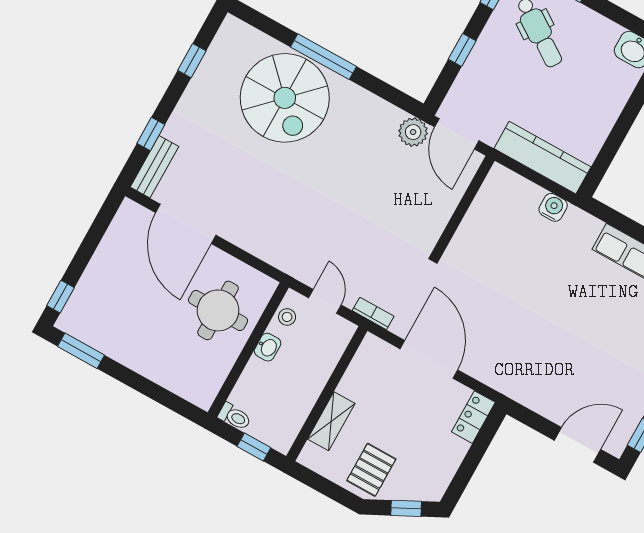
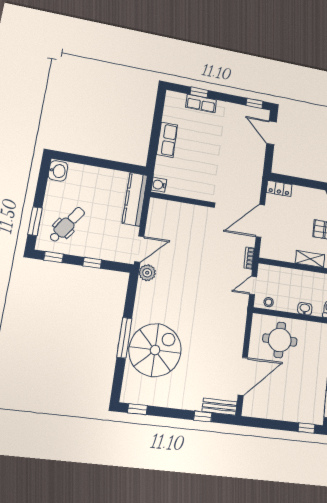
window: (192, 61) -> (137, 409), moved
wall: (464, 205) -> (180, 199), moved
washbasin: (268, 347) -> (305, 309), moved

